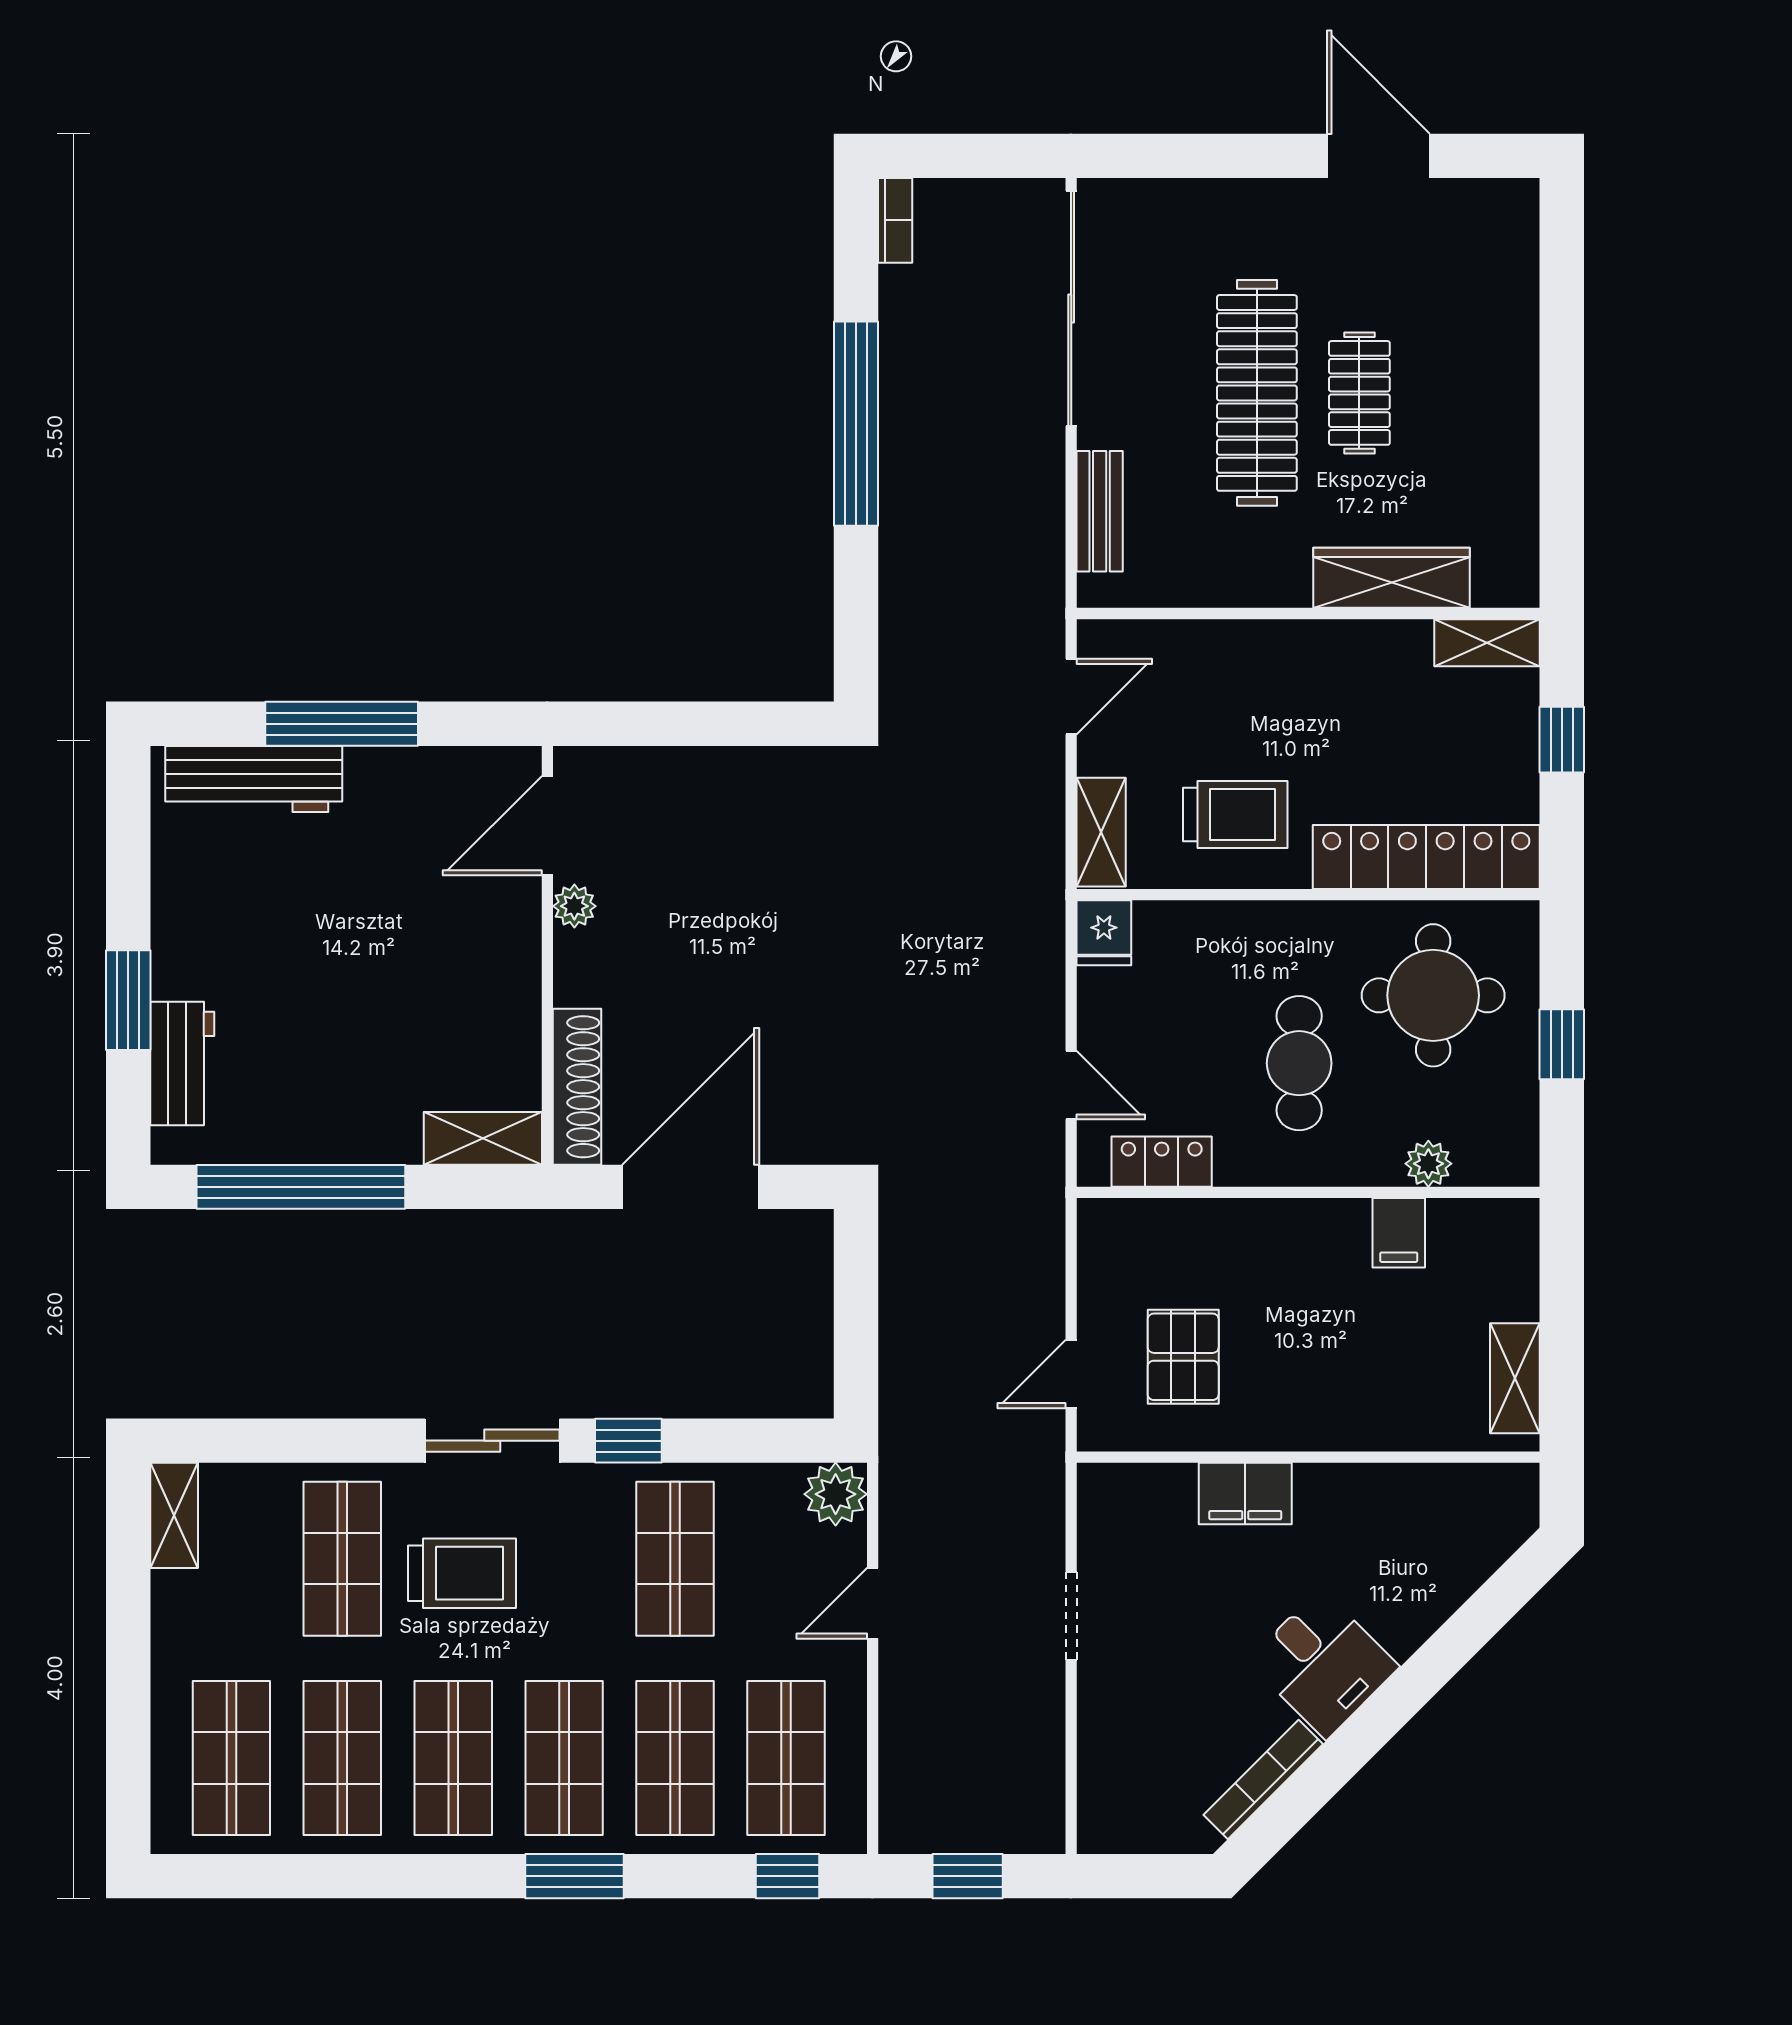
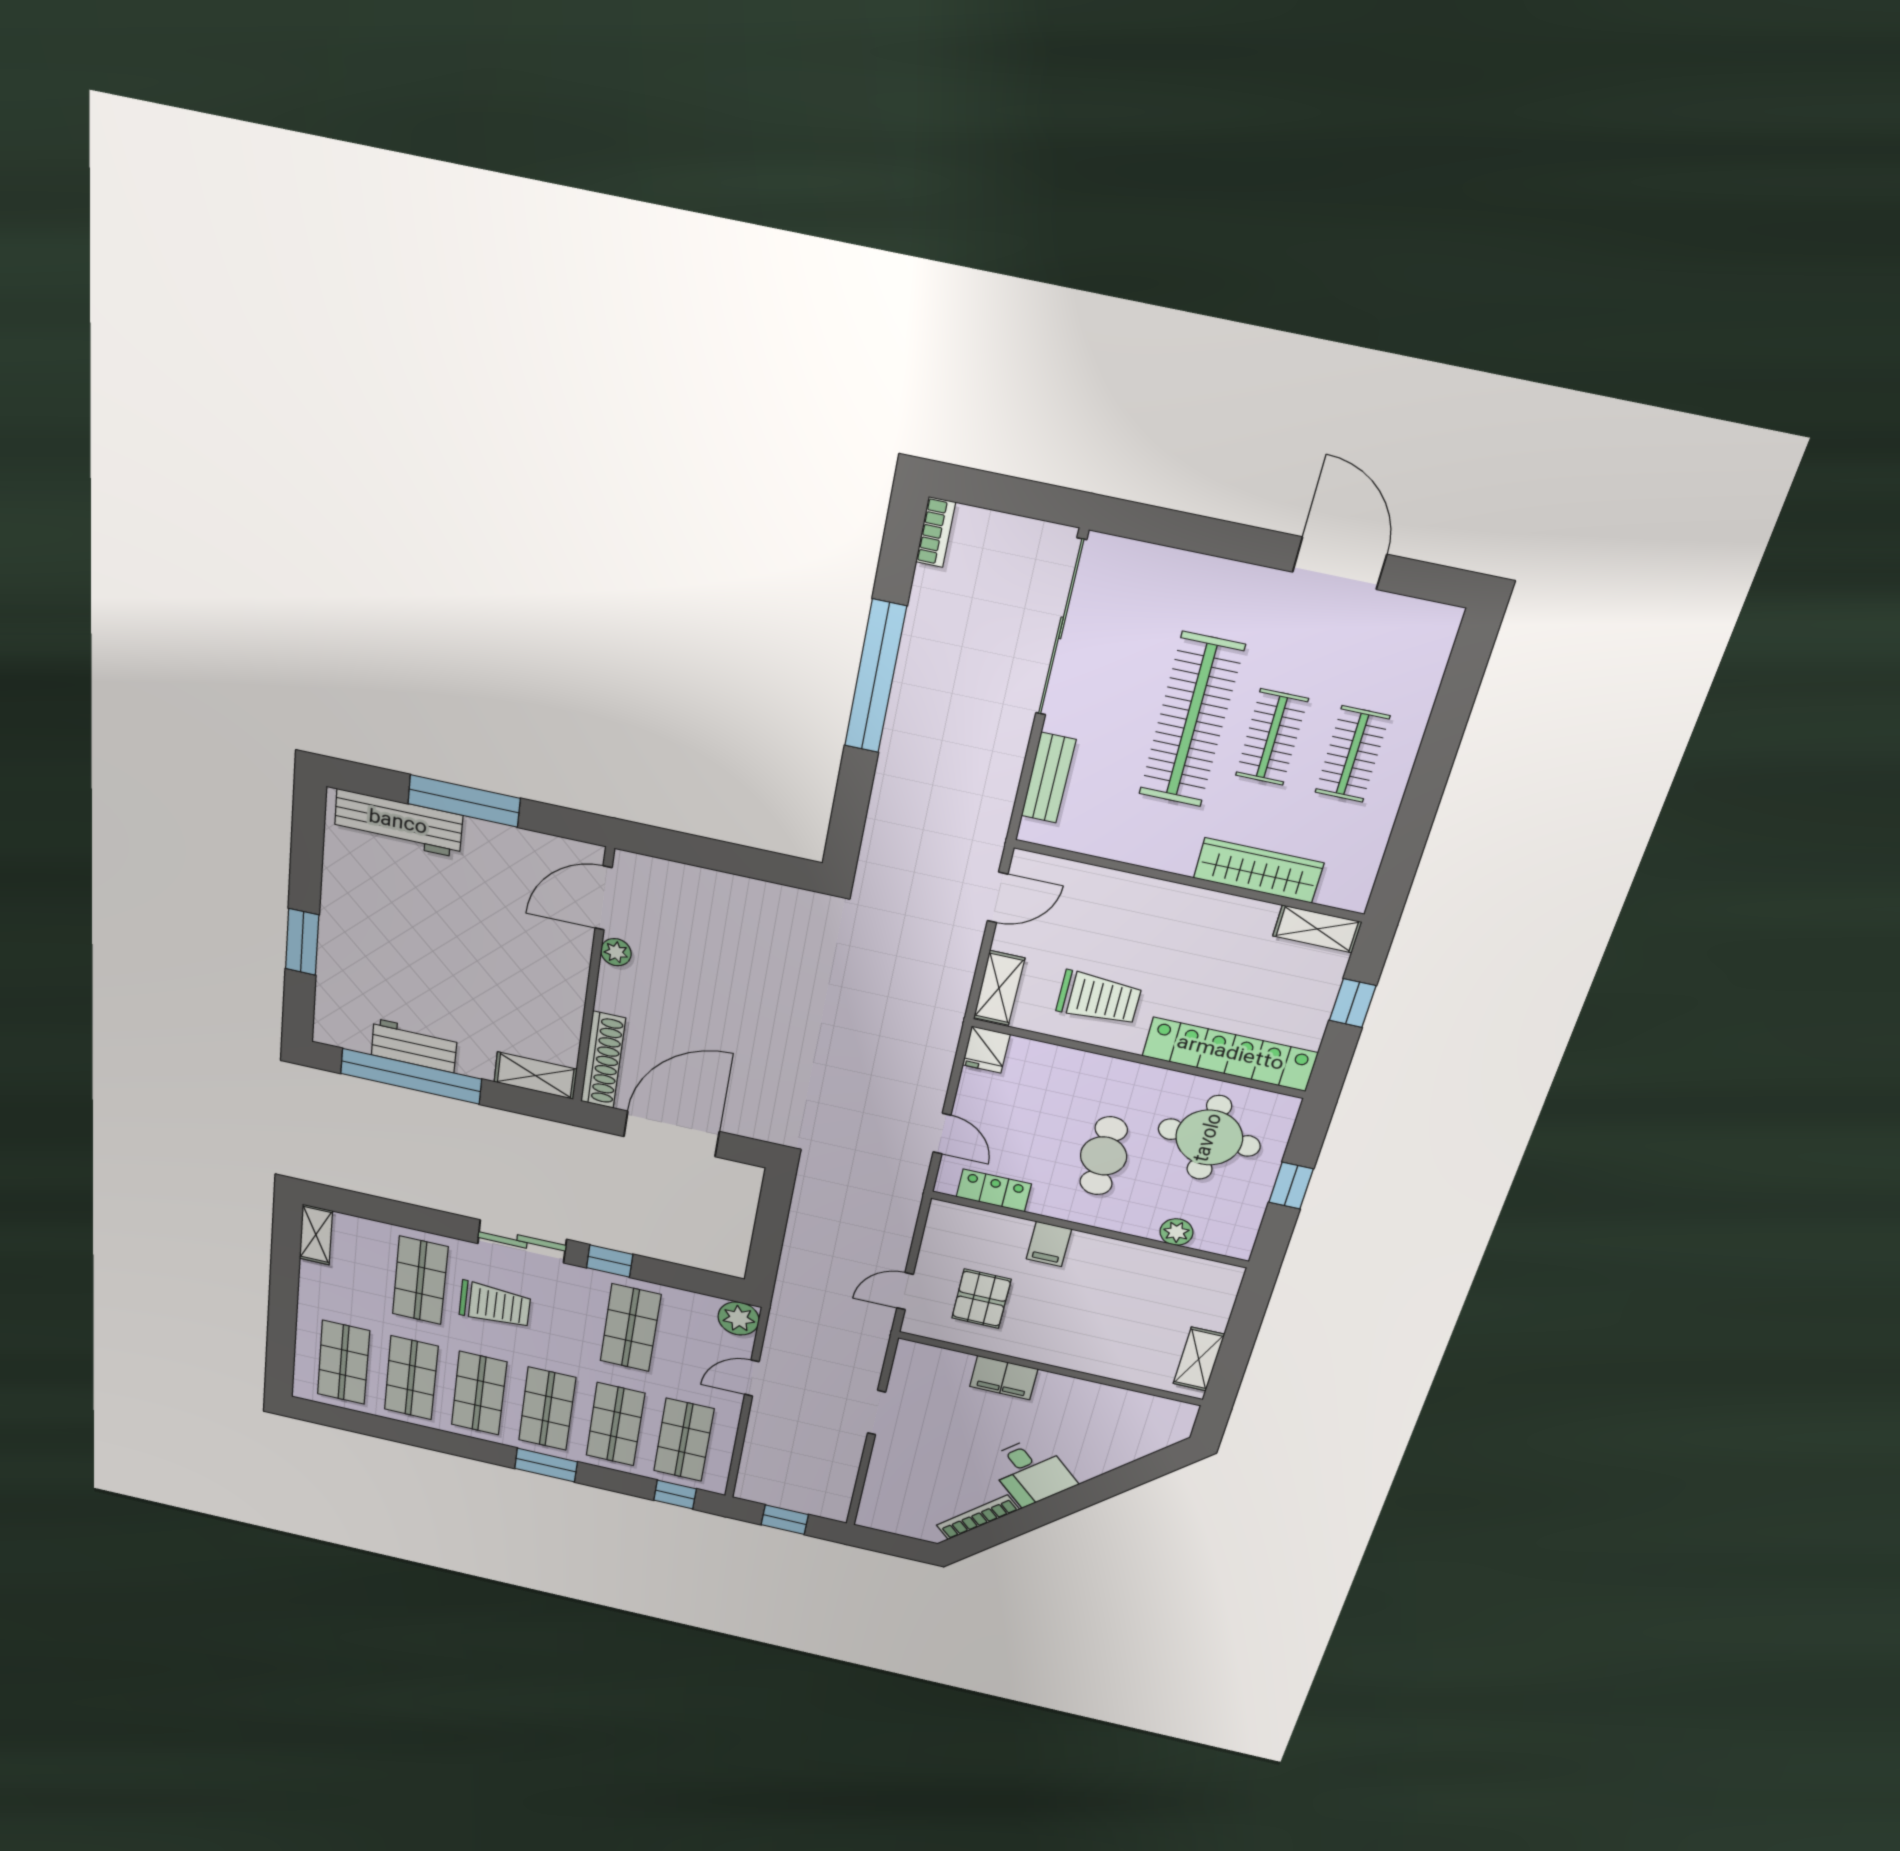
clothes rail: (1462, 393) -> (1352, 754), added
workbench: (182, 1063) -> (414, 1046), moved, turned -90
filing cabinet: (1399, 1233) -> (1049, 1244), moved

